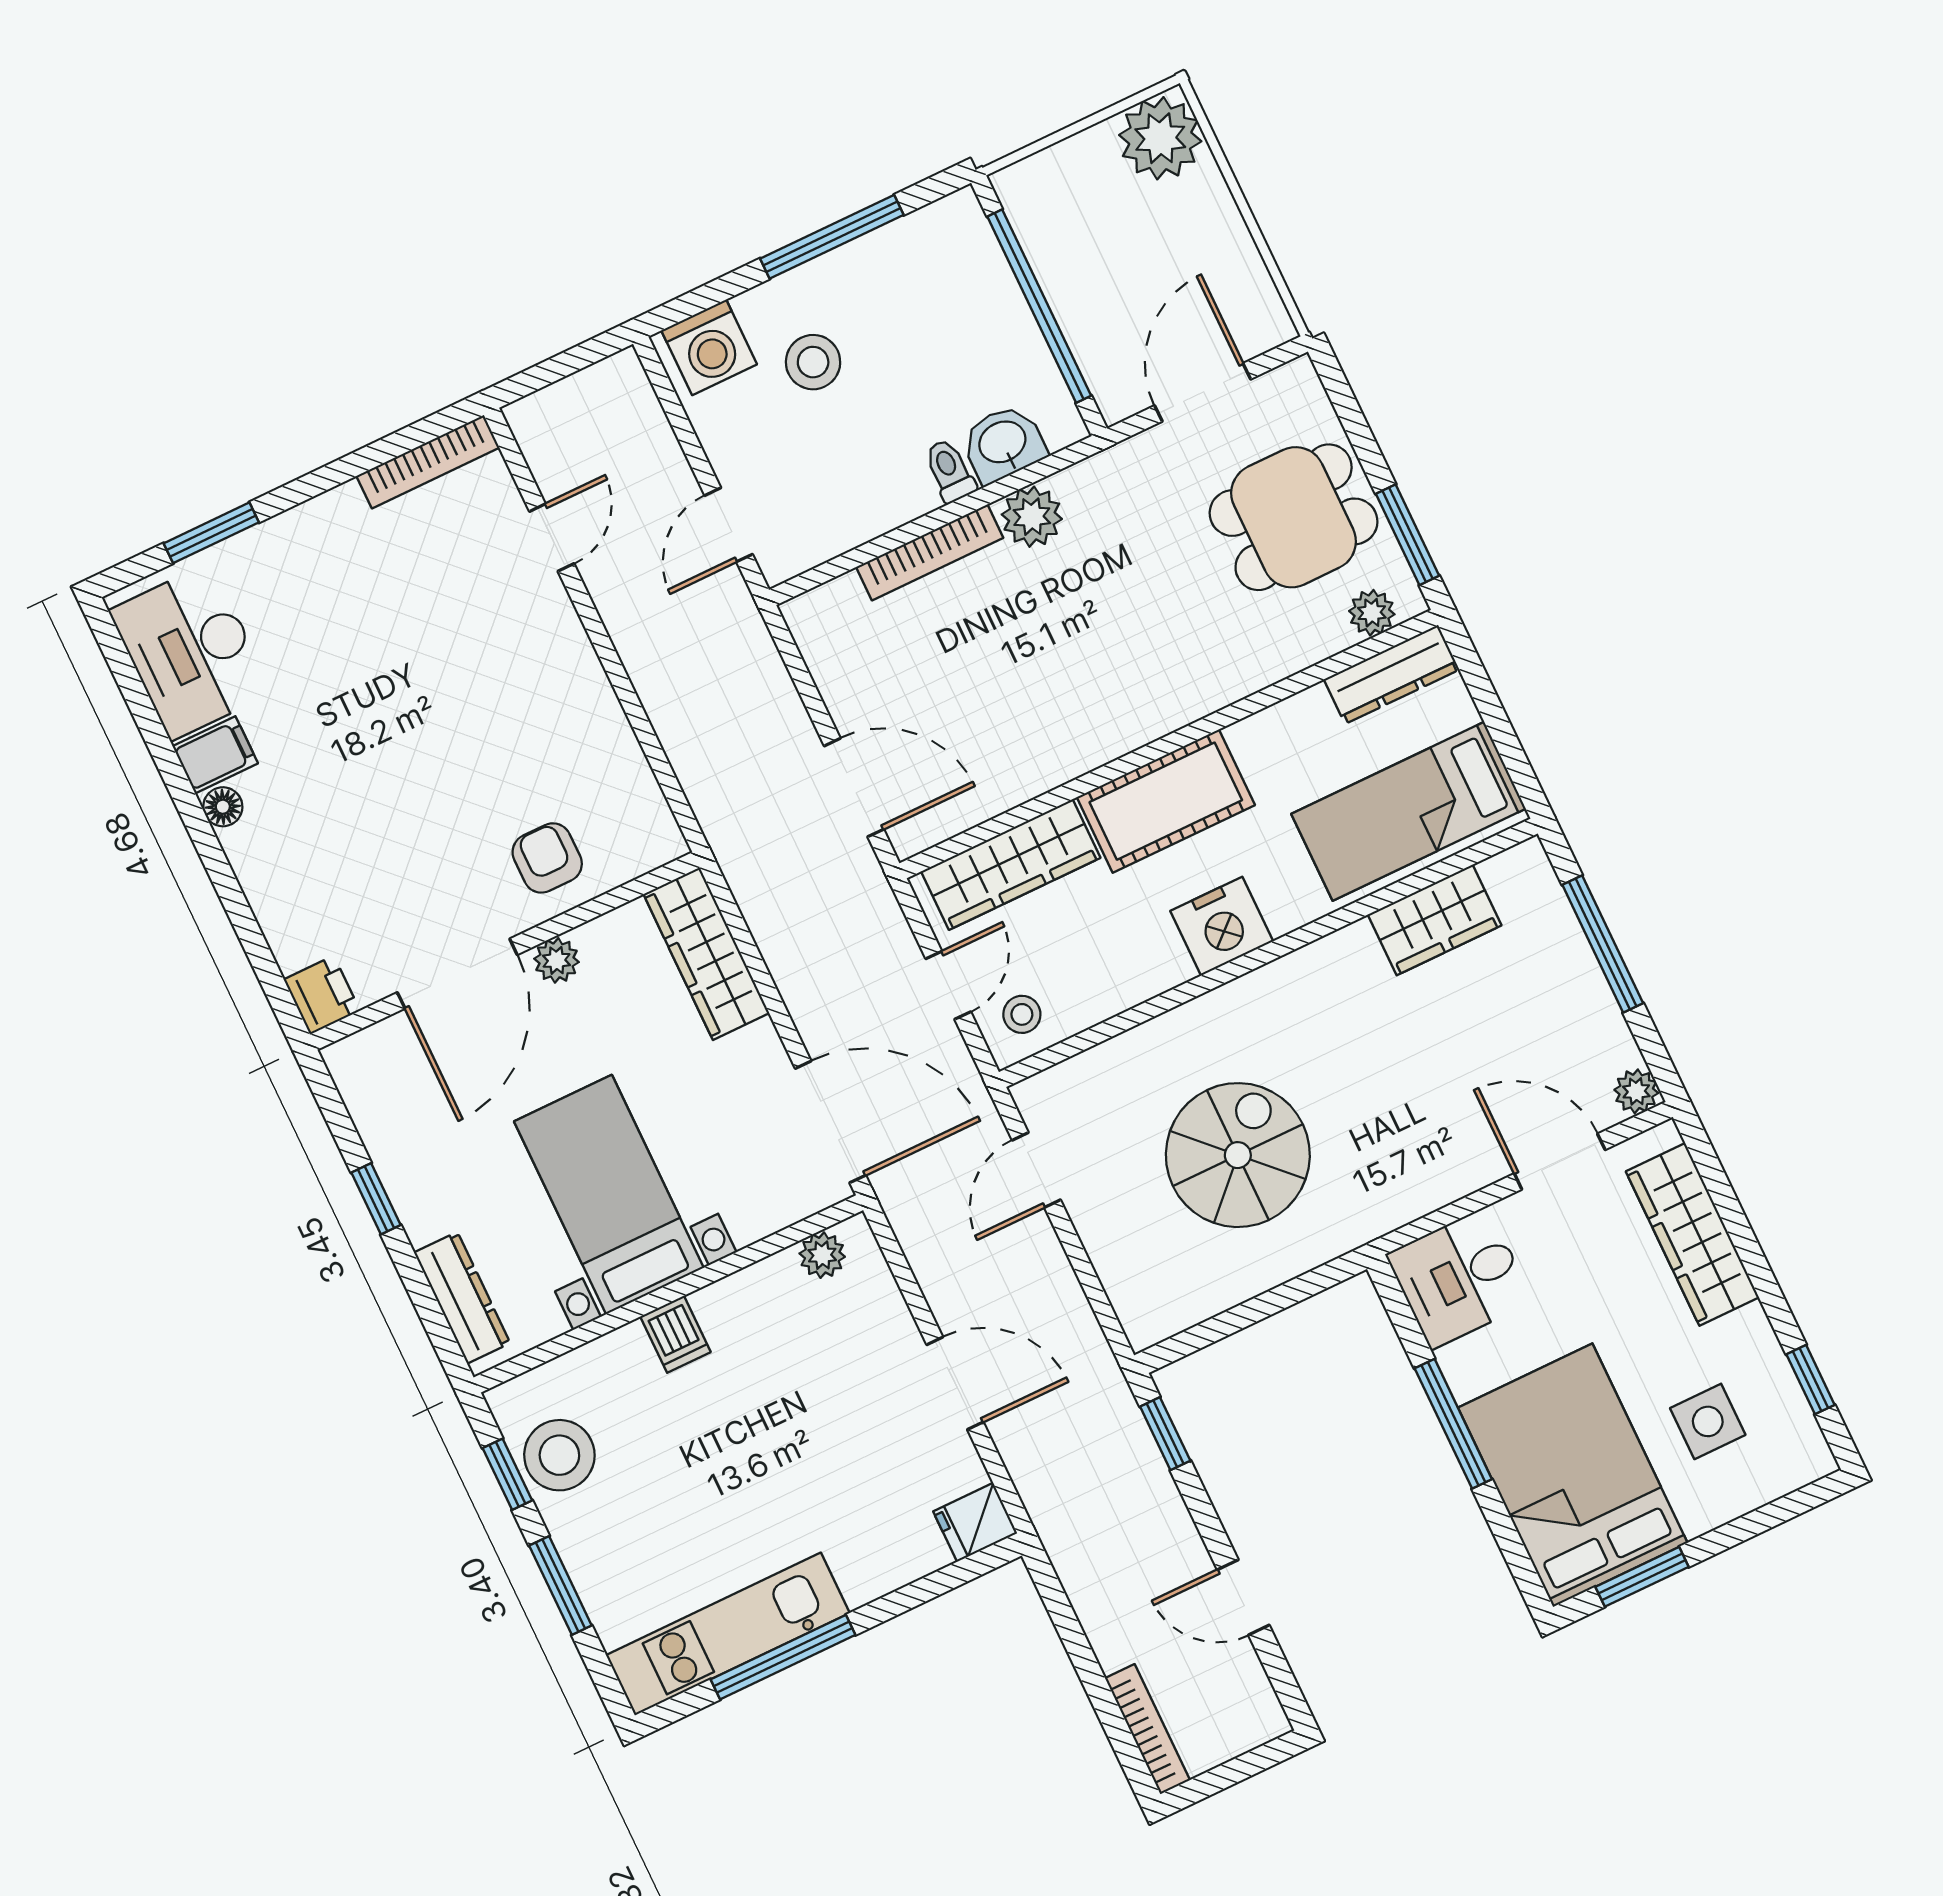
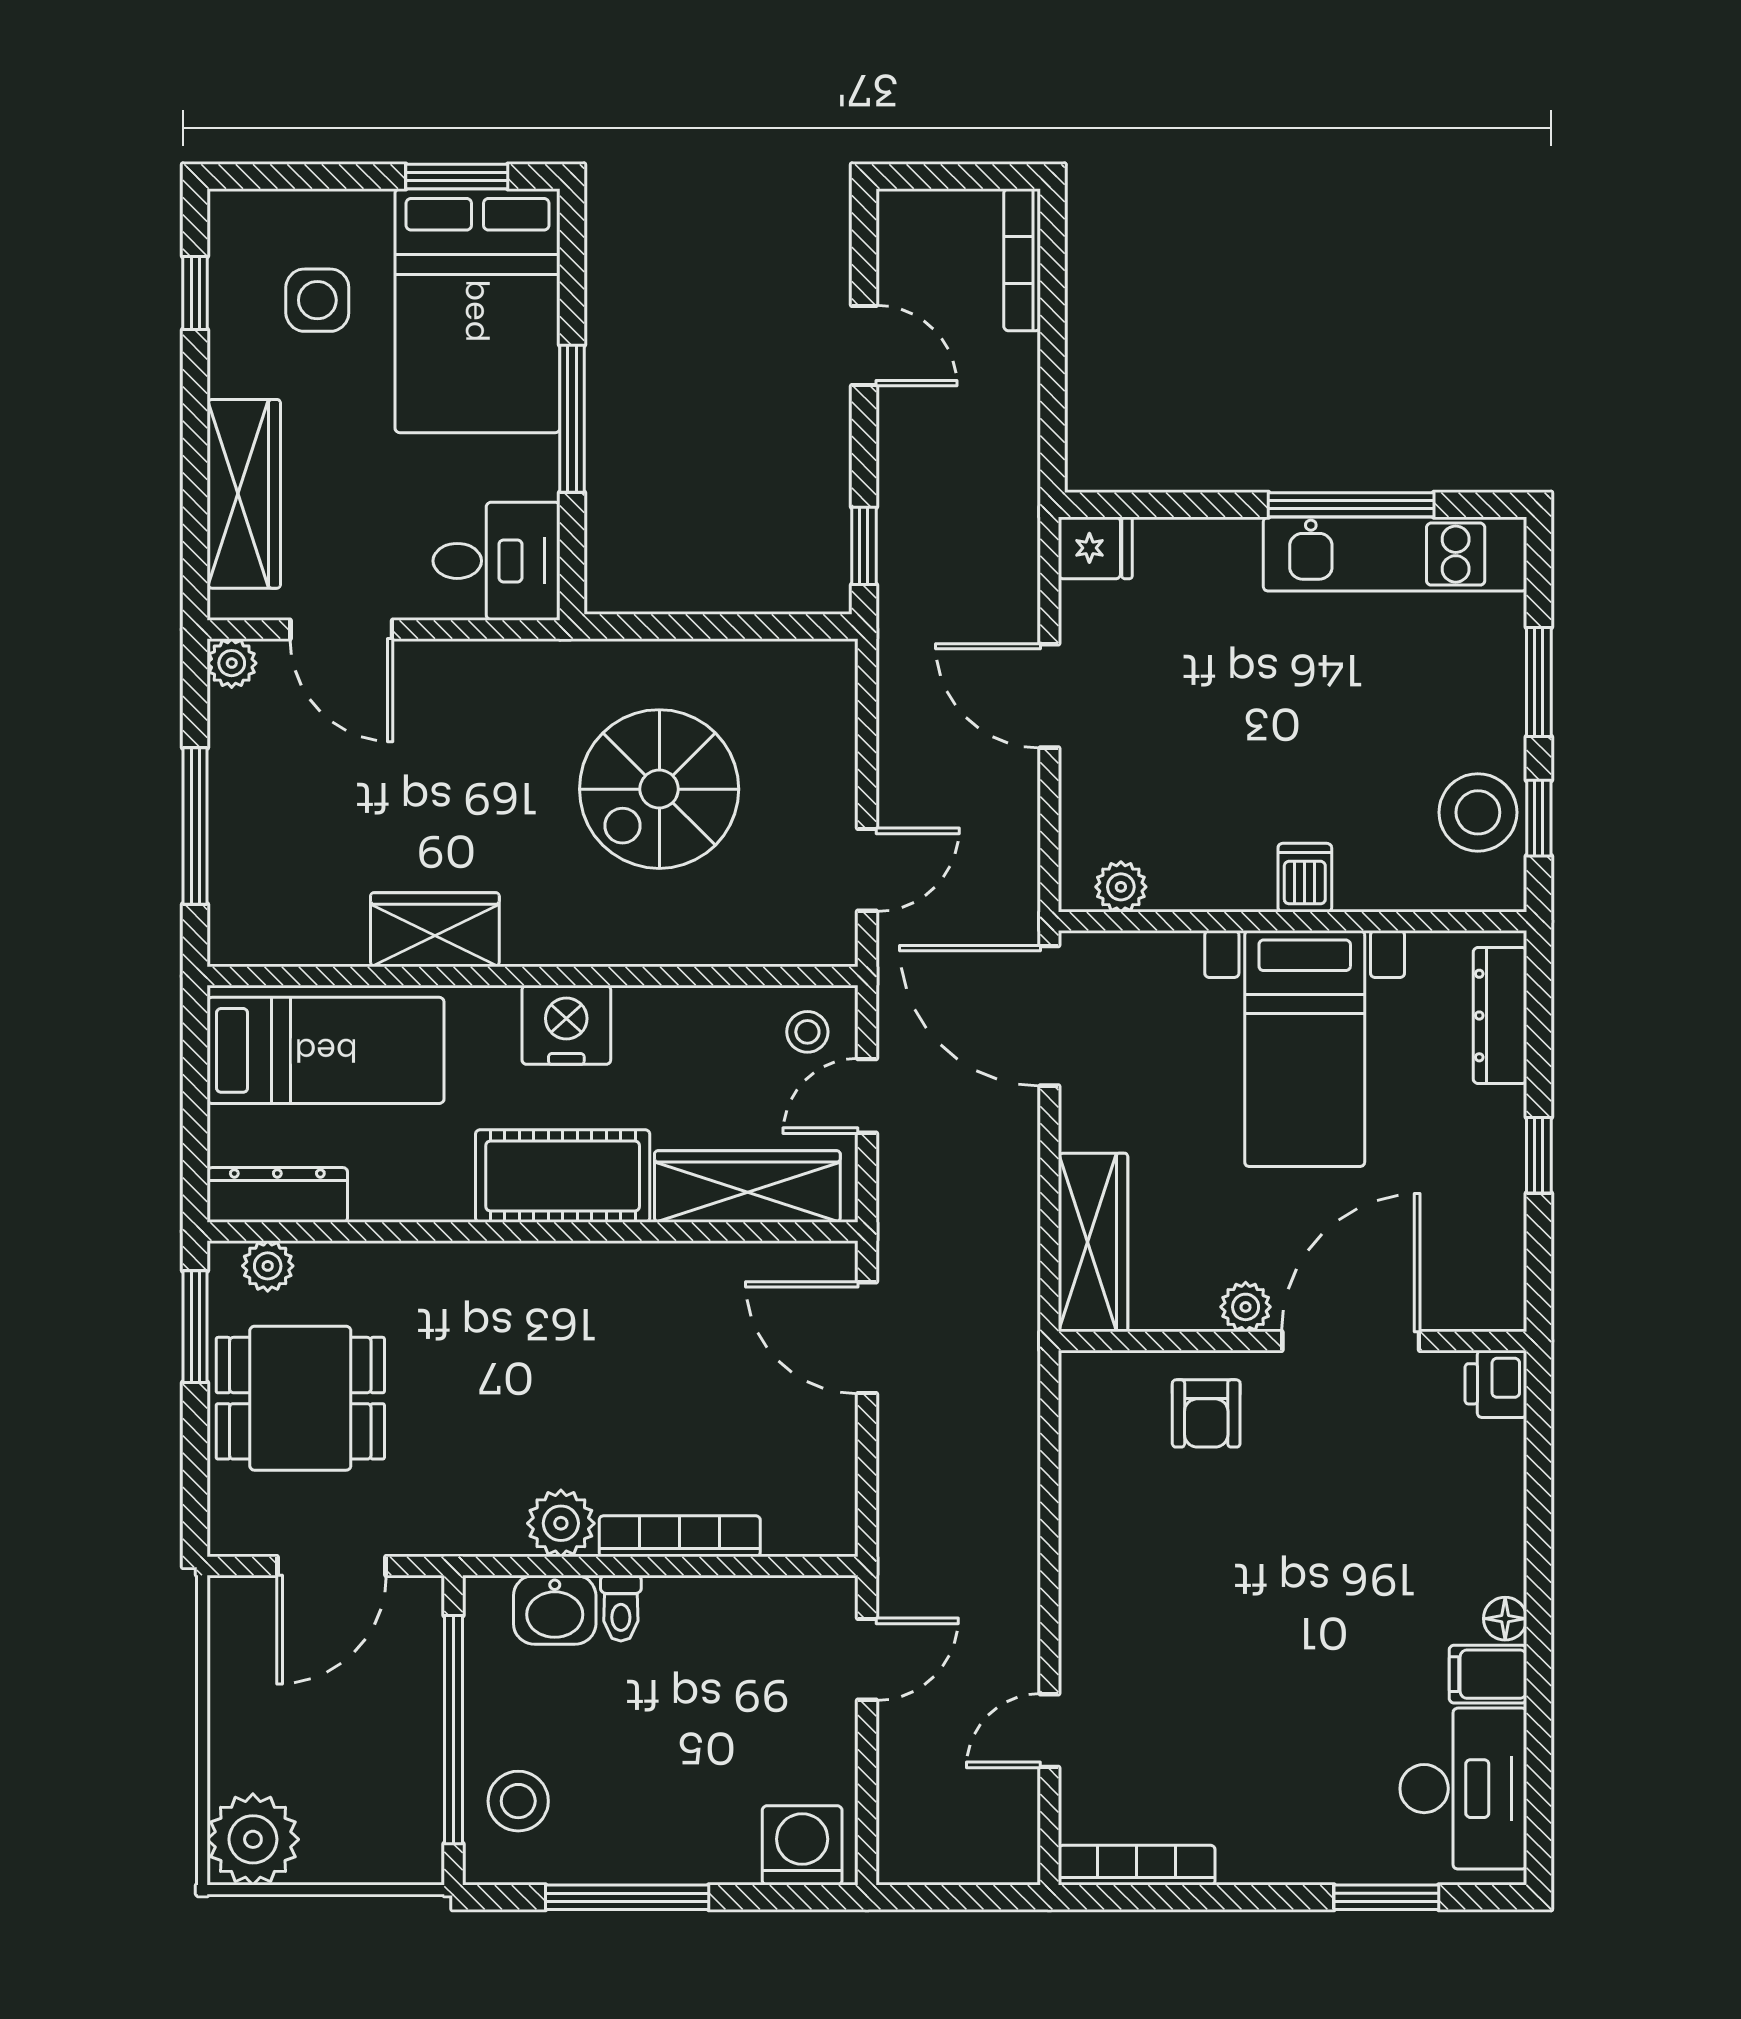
stool: (813, 362) -> (518, 1801), moved
wardrobe: (1435, 920) -> (435, 930), moved

